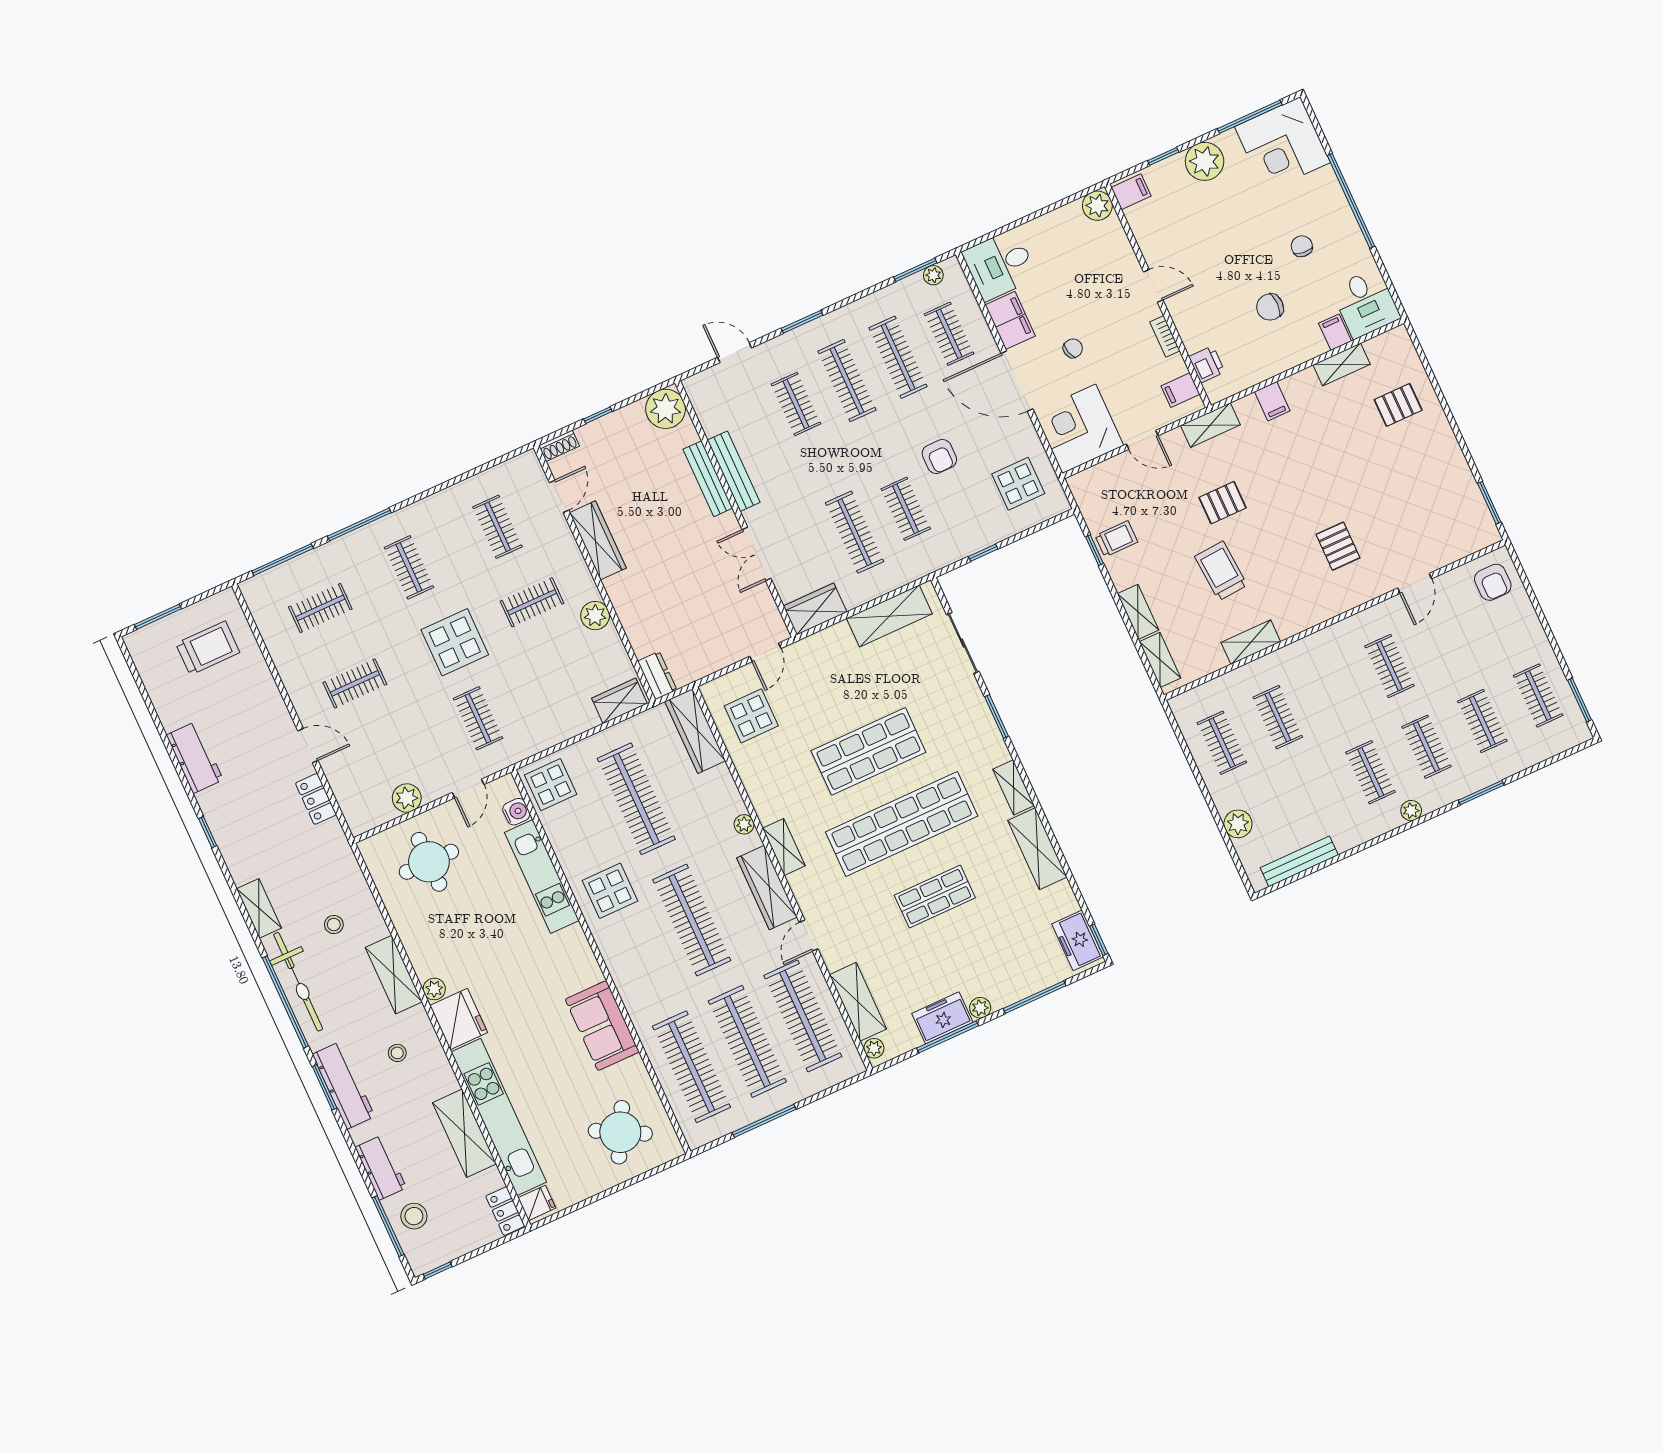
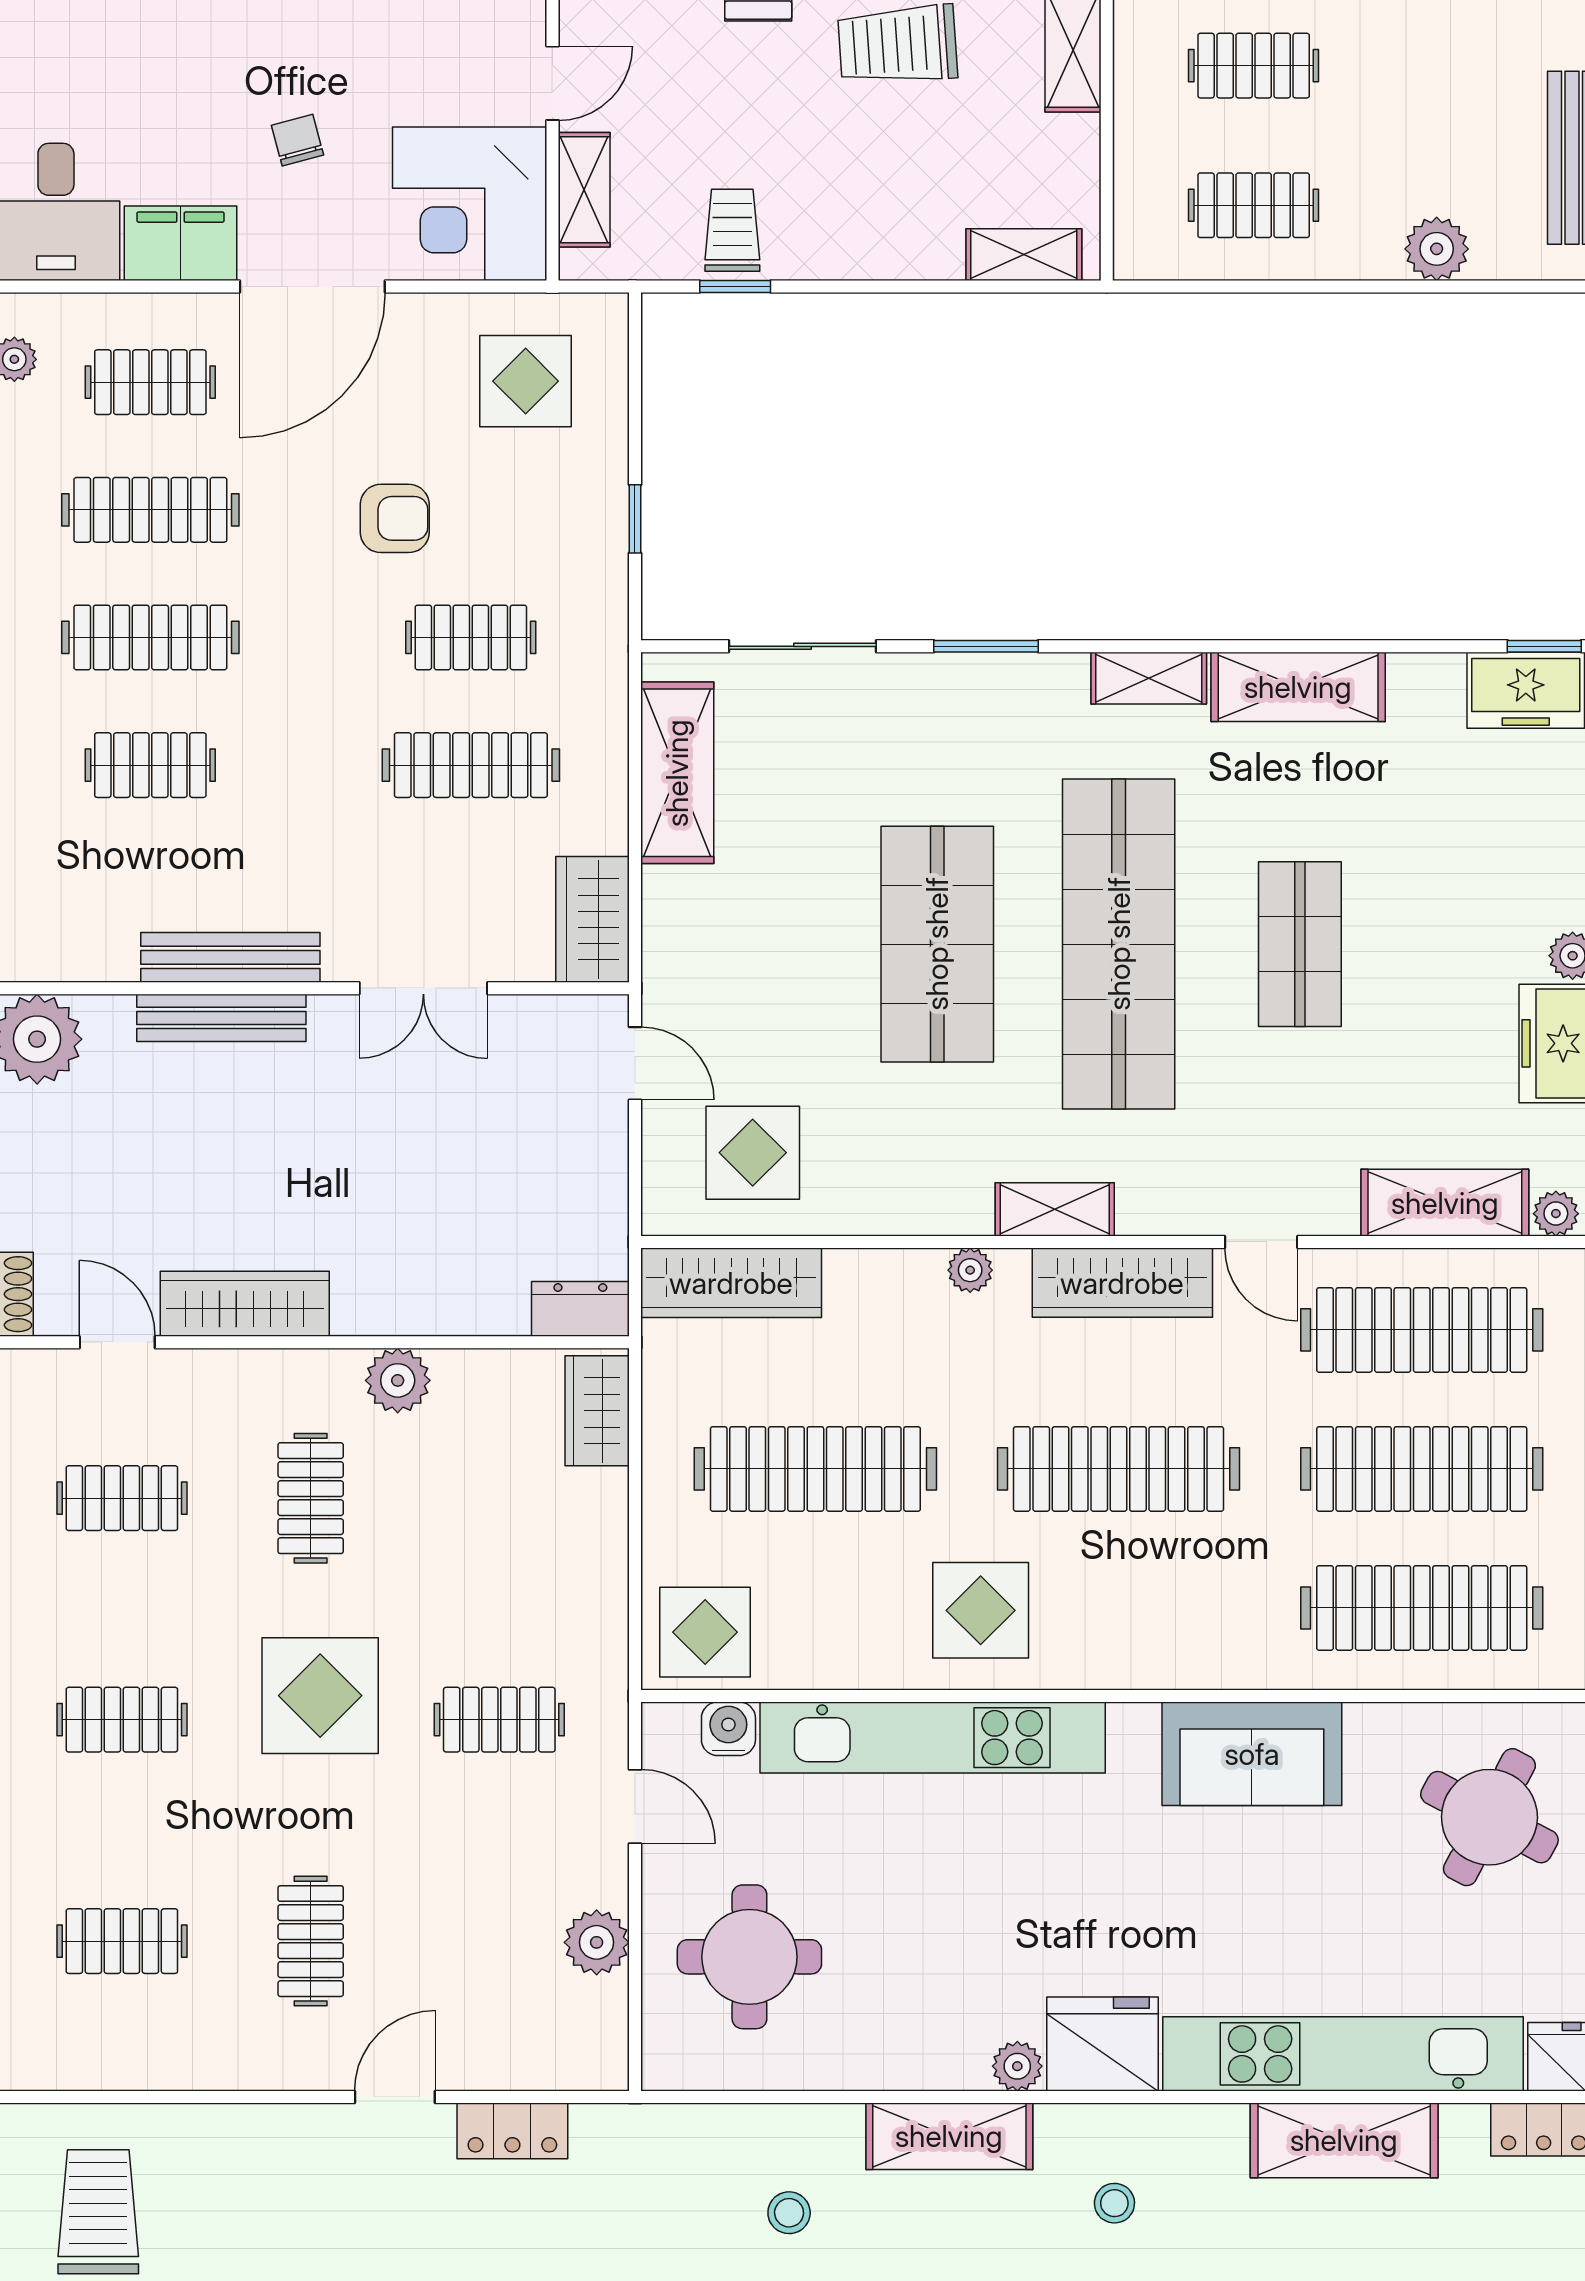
clothes rail: (320, 608) -> (122, 1941), turned 90
shelving: (1138, 612) -> (584, 190), moved, turned 90
kitchen unit: (542, 877) -> (933, 1738), width x1.36

